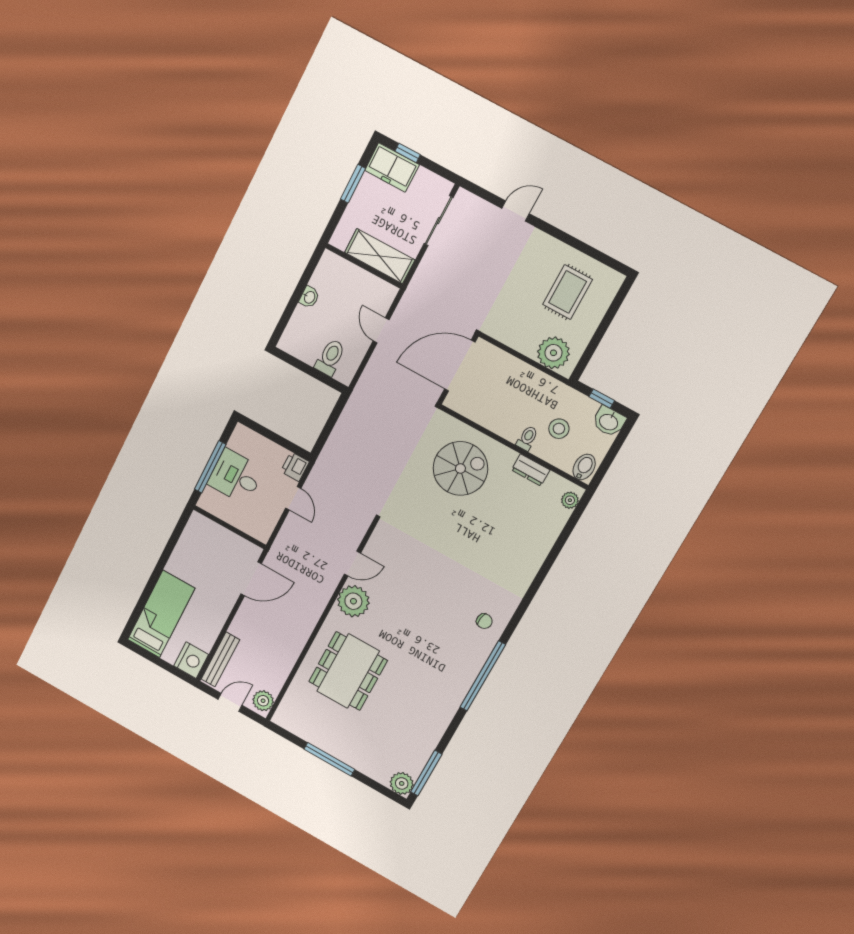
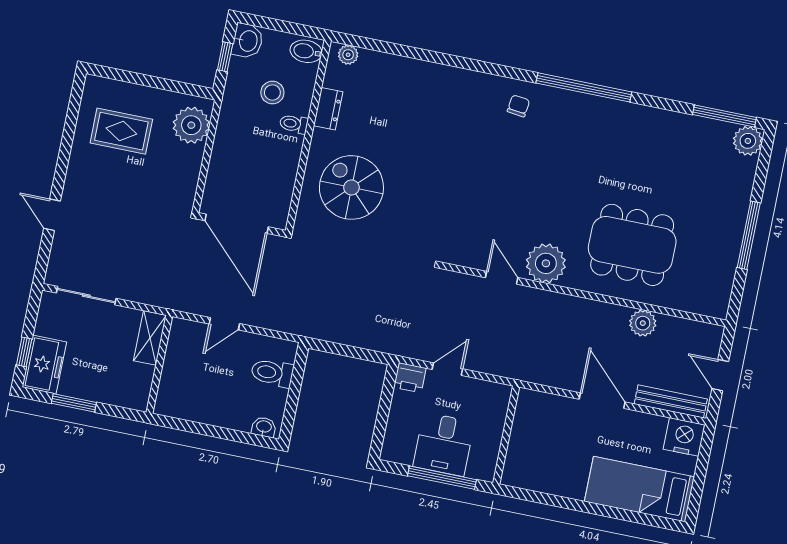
shelving: (380, 256) -> (150, 338), width x0.67, depth x0.75
washbasin: (309, 297) -> (264, 427), moved
door: (251, 579) -> (602, 401), moved
plant: (263, 701) -> (643, 323), moved

